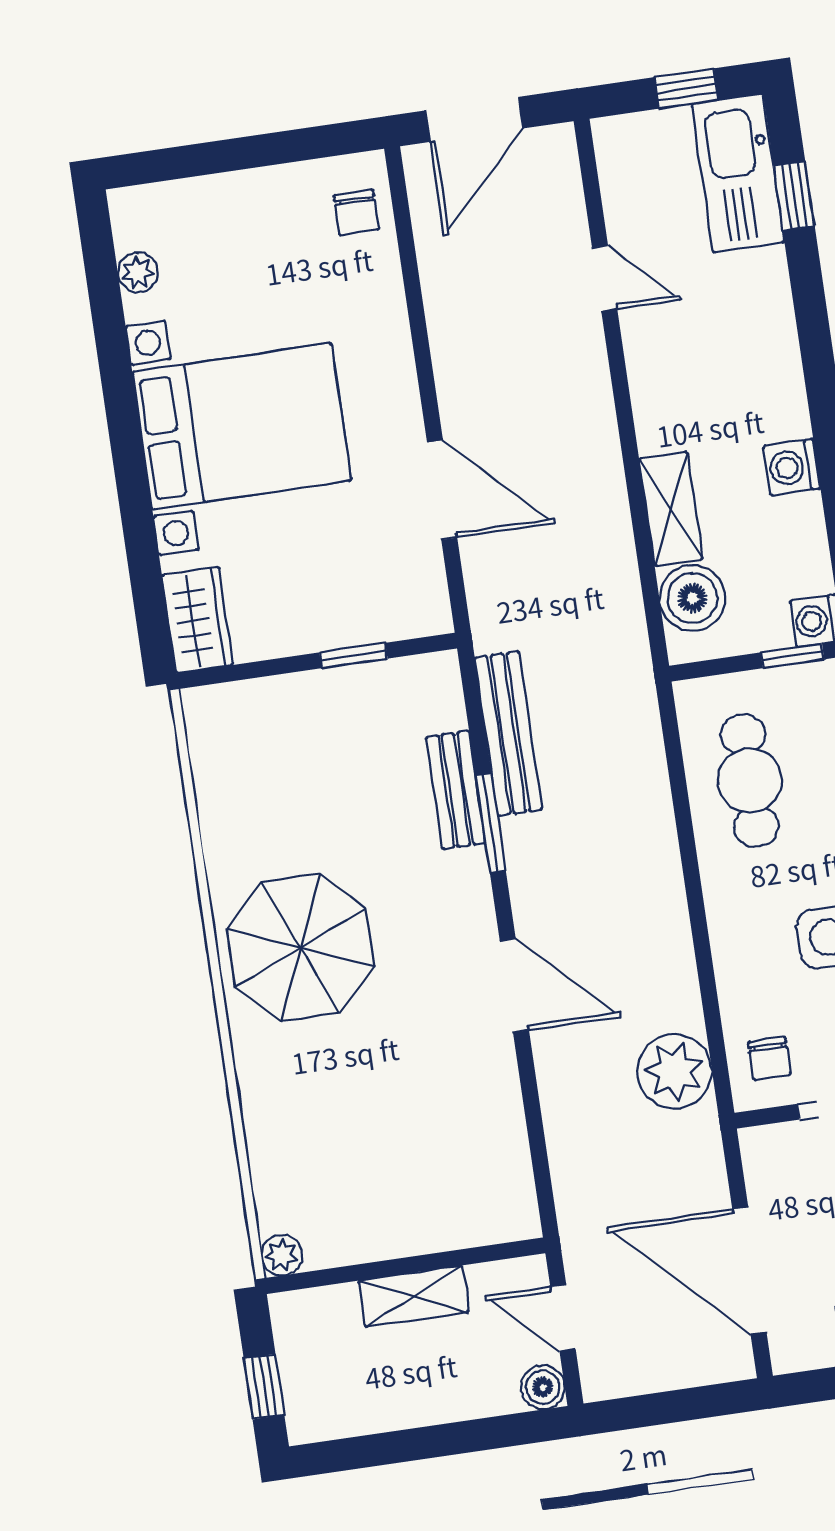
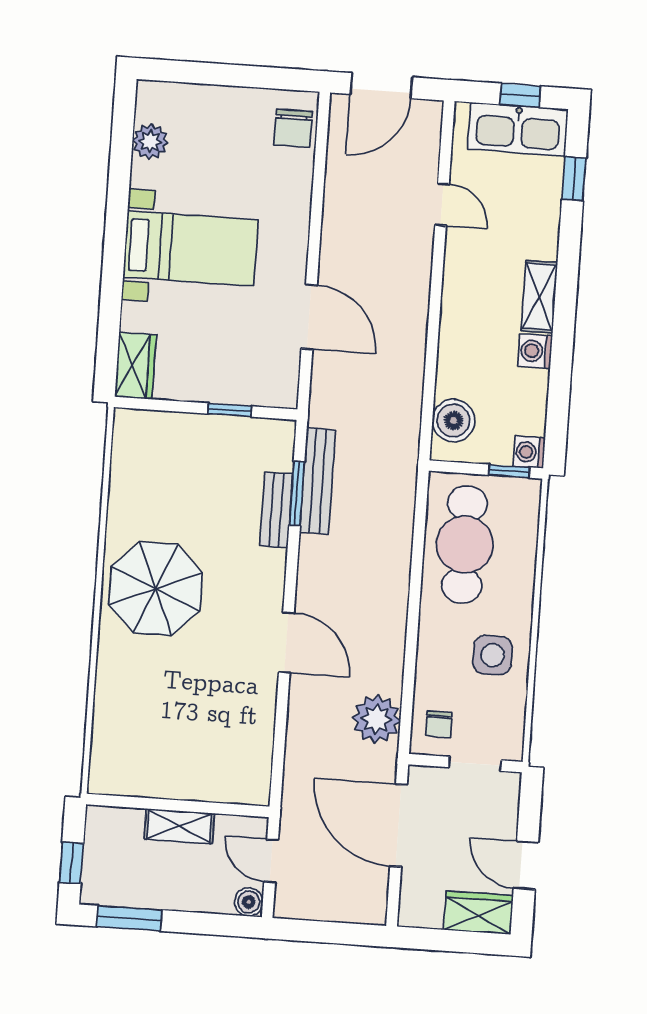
kitchen sink: (738, 173) -> (518, 129), moved, turned -90
chair: (356, 212) -> (293, 128), width x1.37, depth x1.37
plant: (138, 273) -> (150, 142), width x1.38, depth x1.38
bed with nightstands: (242, 426) -> (191, 249), width x0.73
shelving: (671, 509) -> (539, 297), moved
cafe table: (750, 780) -> (465, 544), width x1.37, depth x1.35
window: (491, 823) -> (297, 493), moved
plant: (282, 1255) -> (101, 782), removed
door: (749, 1271) -> (399, 825), moved
window: (369, 1451) -> (129, 918), added

